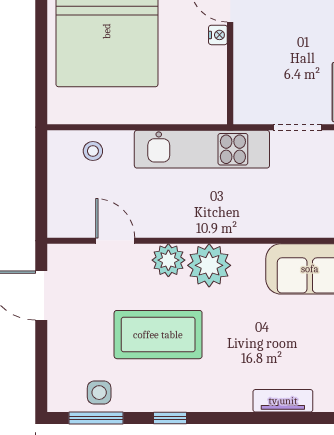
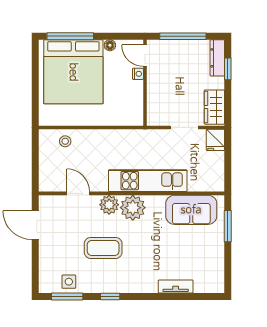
kitchen unit: (202, 149) -> (148, 181), moved, turned 180
coffee table: (158, 335) -> (103, 248), width x0.73, depth x0.76

